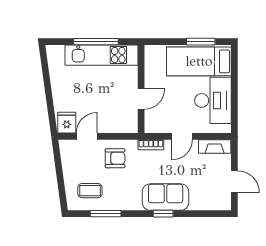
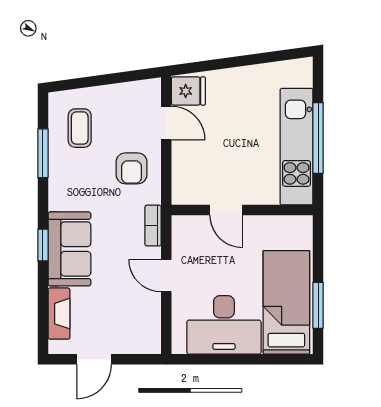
fireplace: (215, 146) -> (59, 314), moved, turned 180

